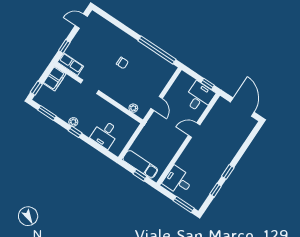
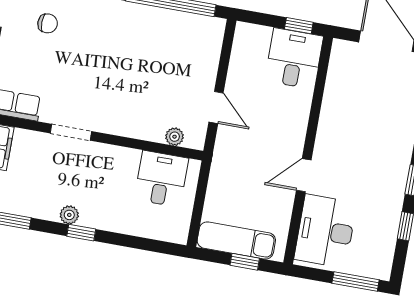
chair: (122, 63) -> (48, 23), moved
door: (194, 130) -> (304, 175), moved
desk: (105, 134) -> (161, 179), moved, turned 180
desk: (178, 181) -> (325, 231), width x1.37

